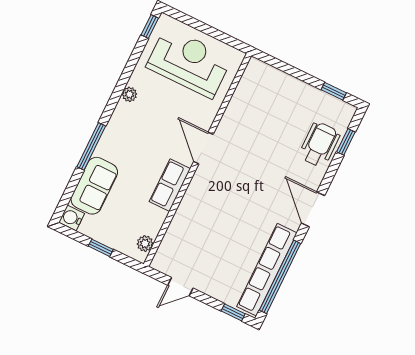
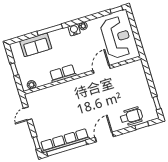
door: (203, 148) -> (102, 69), moved
water cooler: (72, 218) -> (74, 30), moved
door: (180, 287) -> (28, 114), hinge flipped

